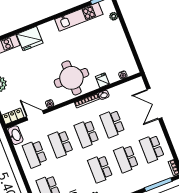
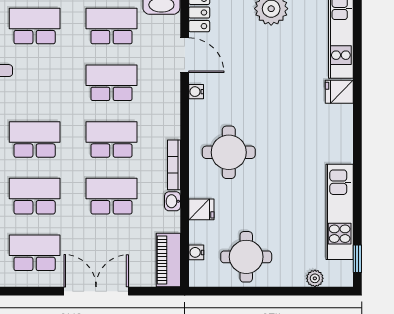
fridge: (30, 39) -> (339, 92), width x0.53, depth x0.75
round table: (116, 51) -> (246, 257), added
round table: (71, 78) -> (229, 152), width x0.73, depth x0.73
piano: (131, 86) -> (168, 260), added
double door: (154, 104) -> (96, 291), moved
door: (35, 115) -> (185, 55), hinge flipped

